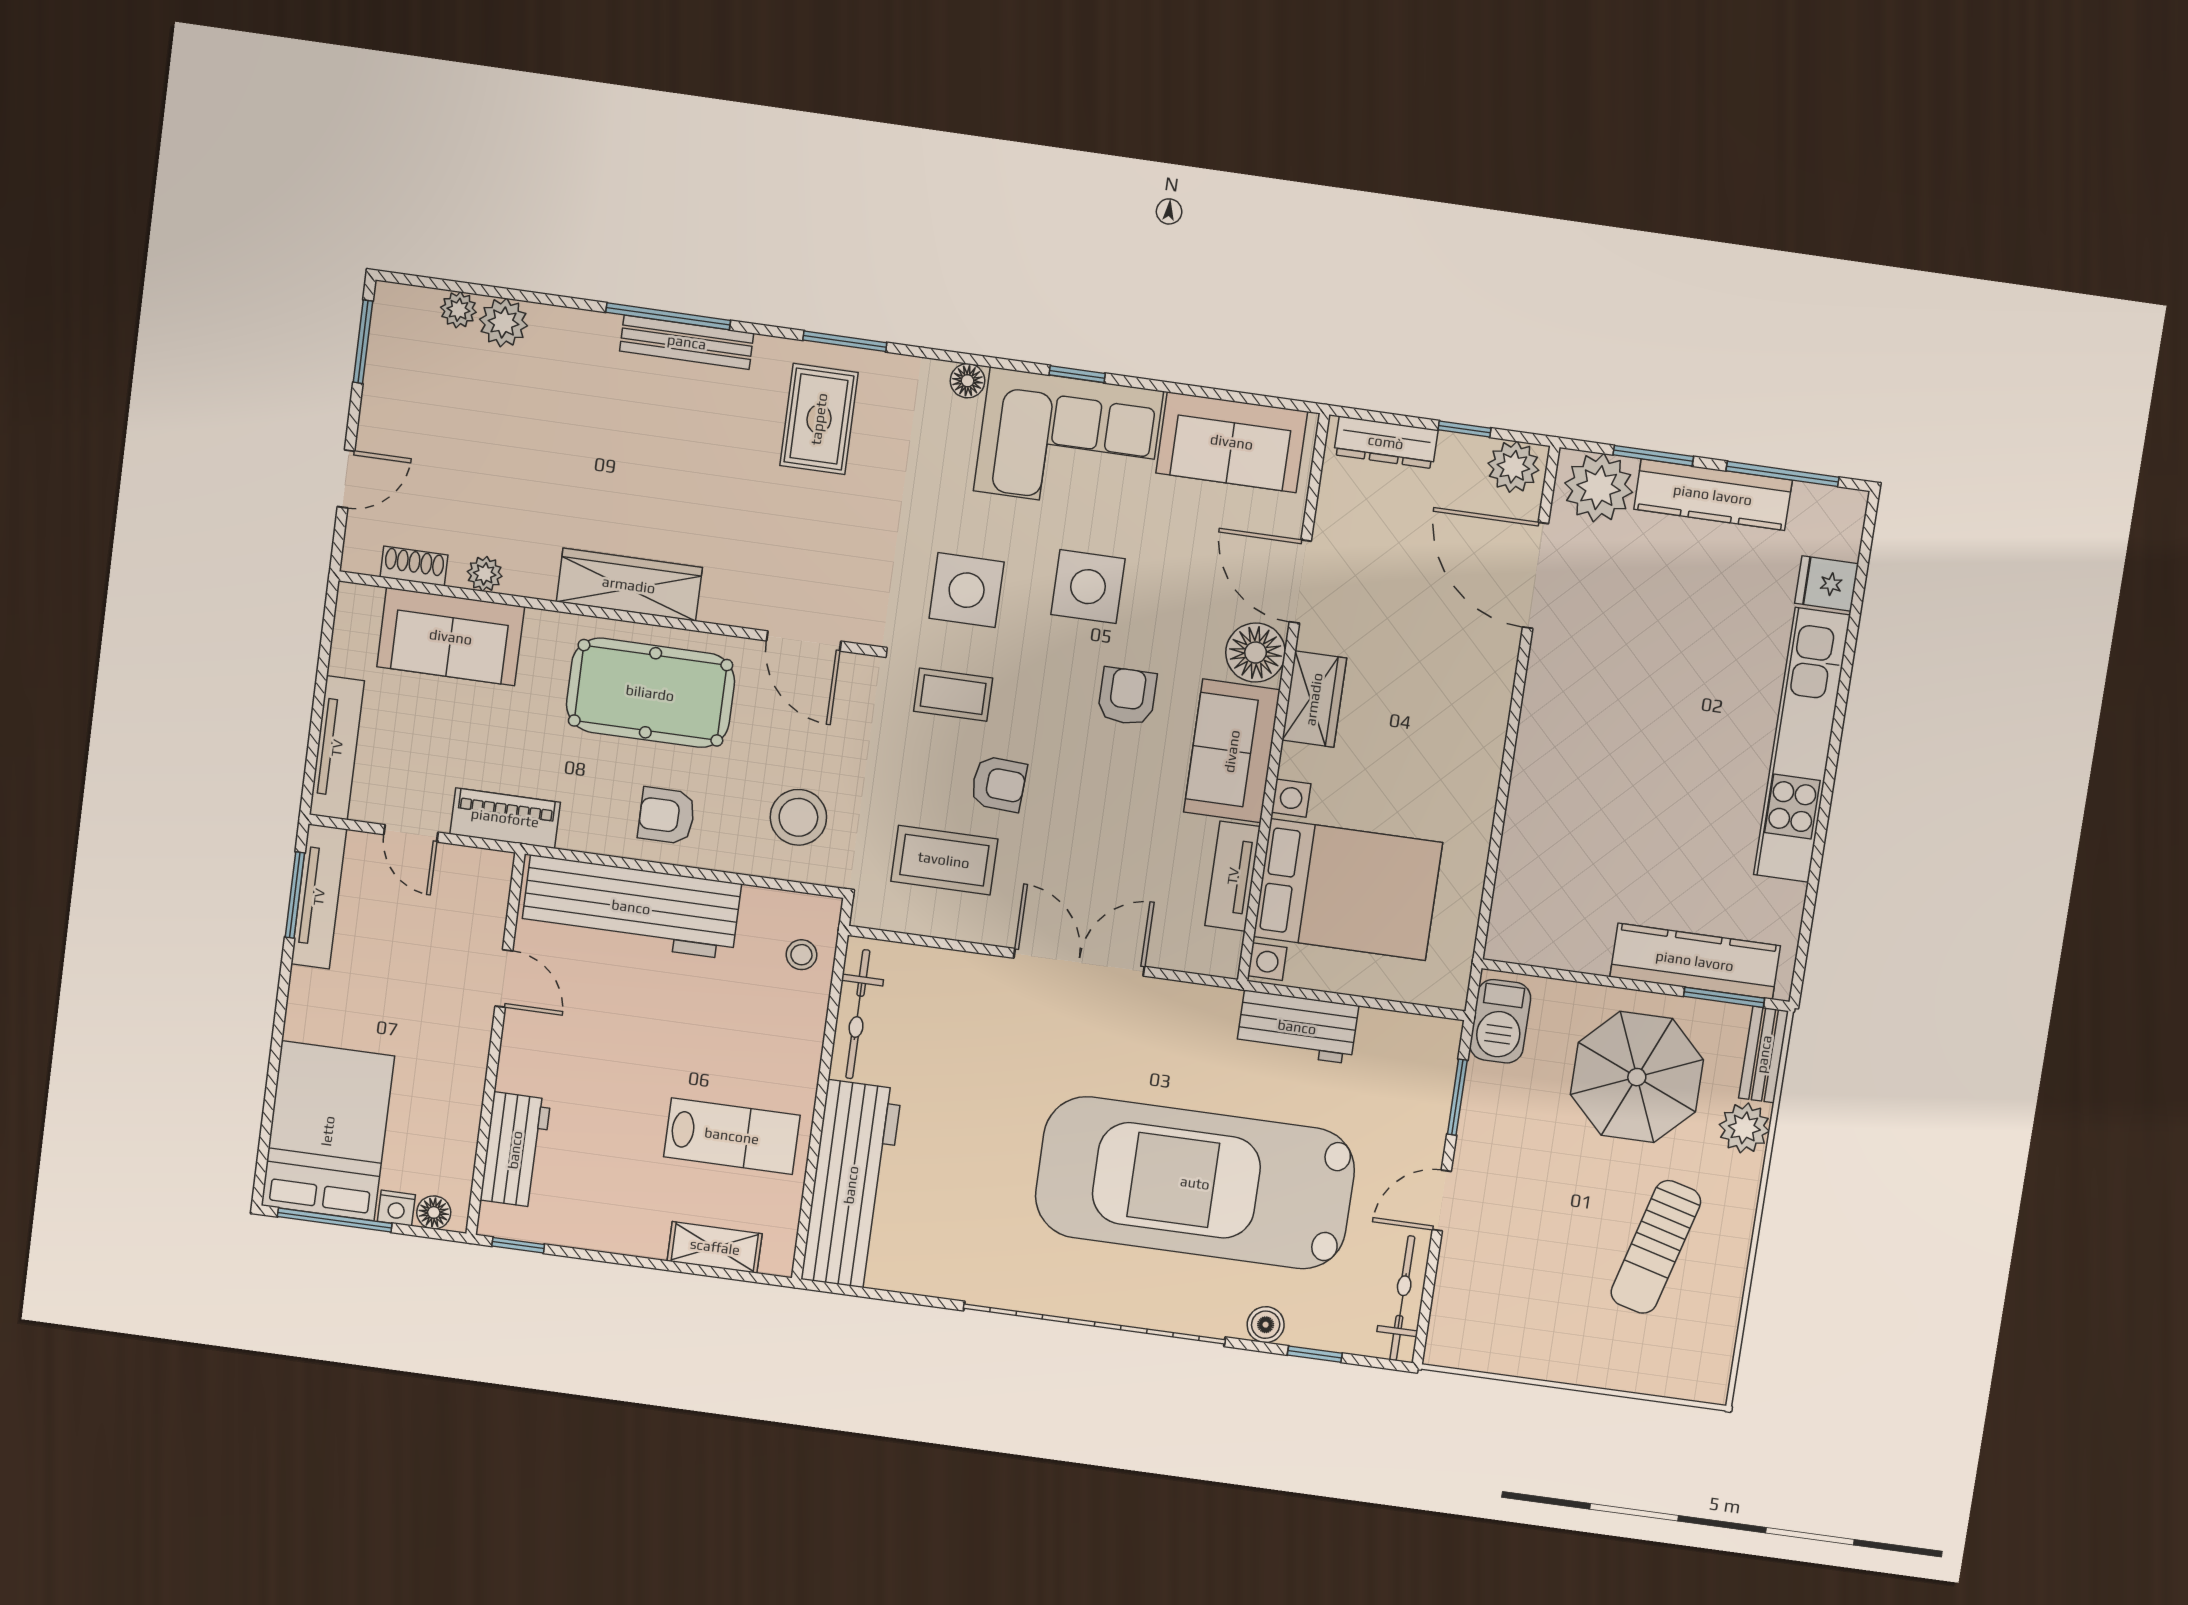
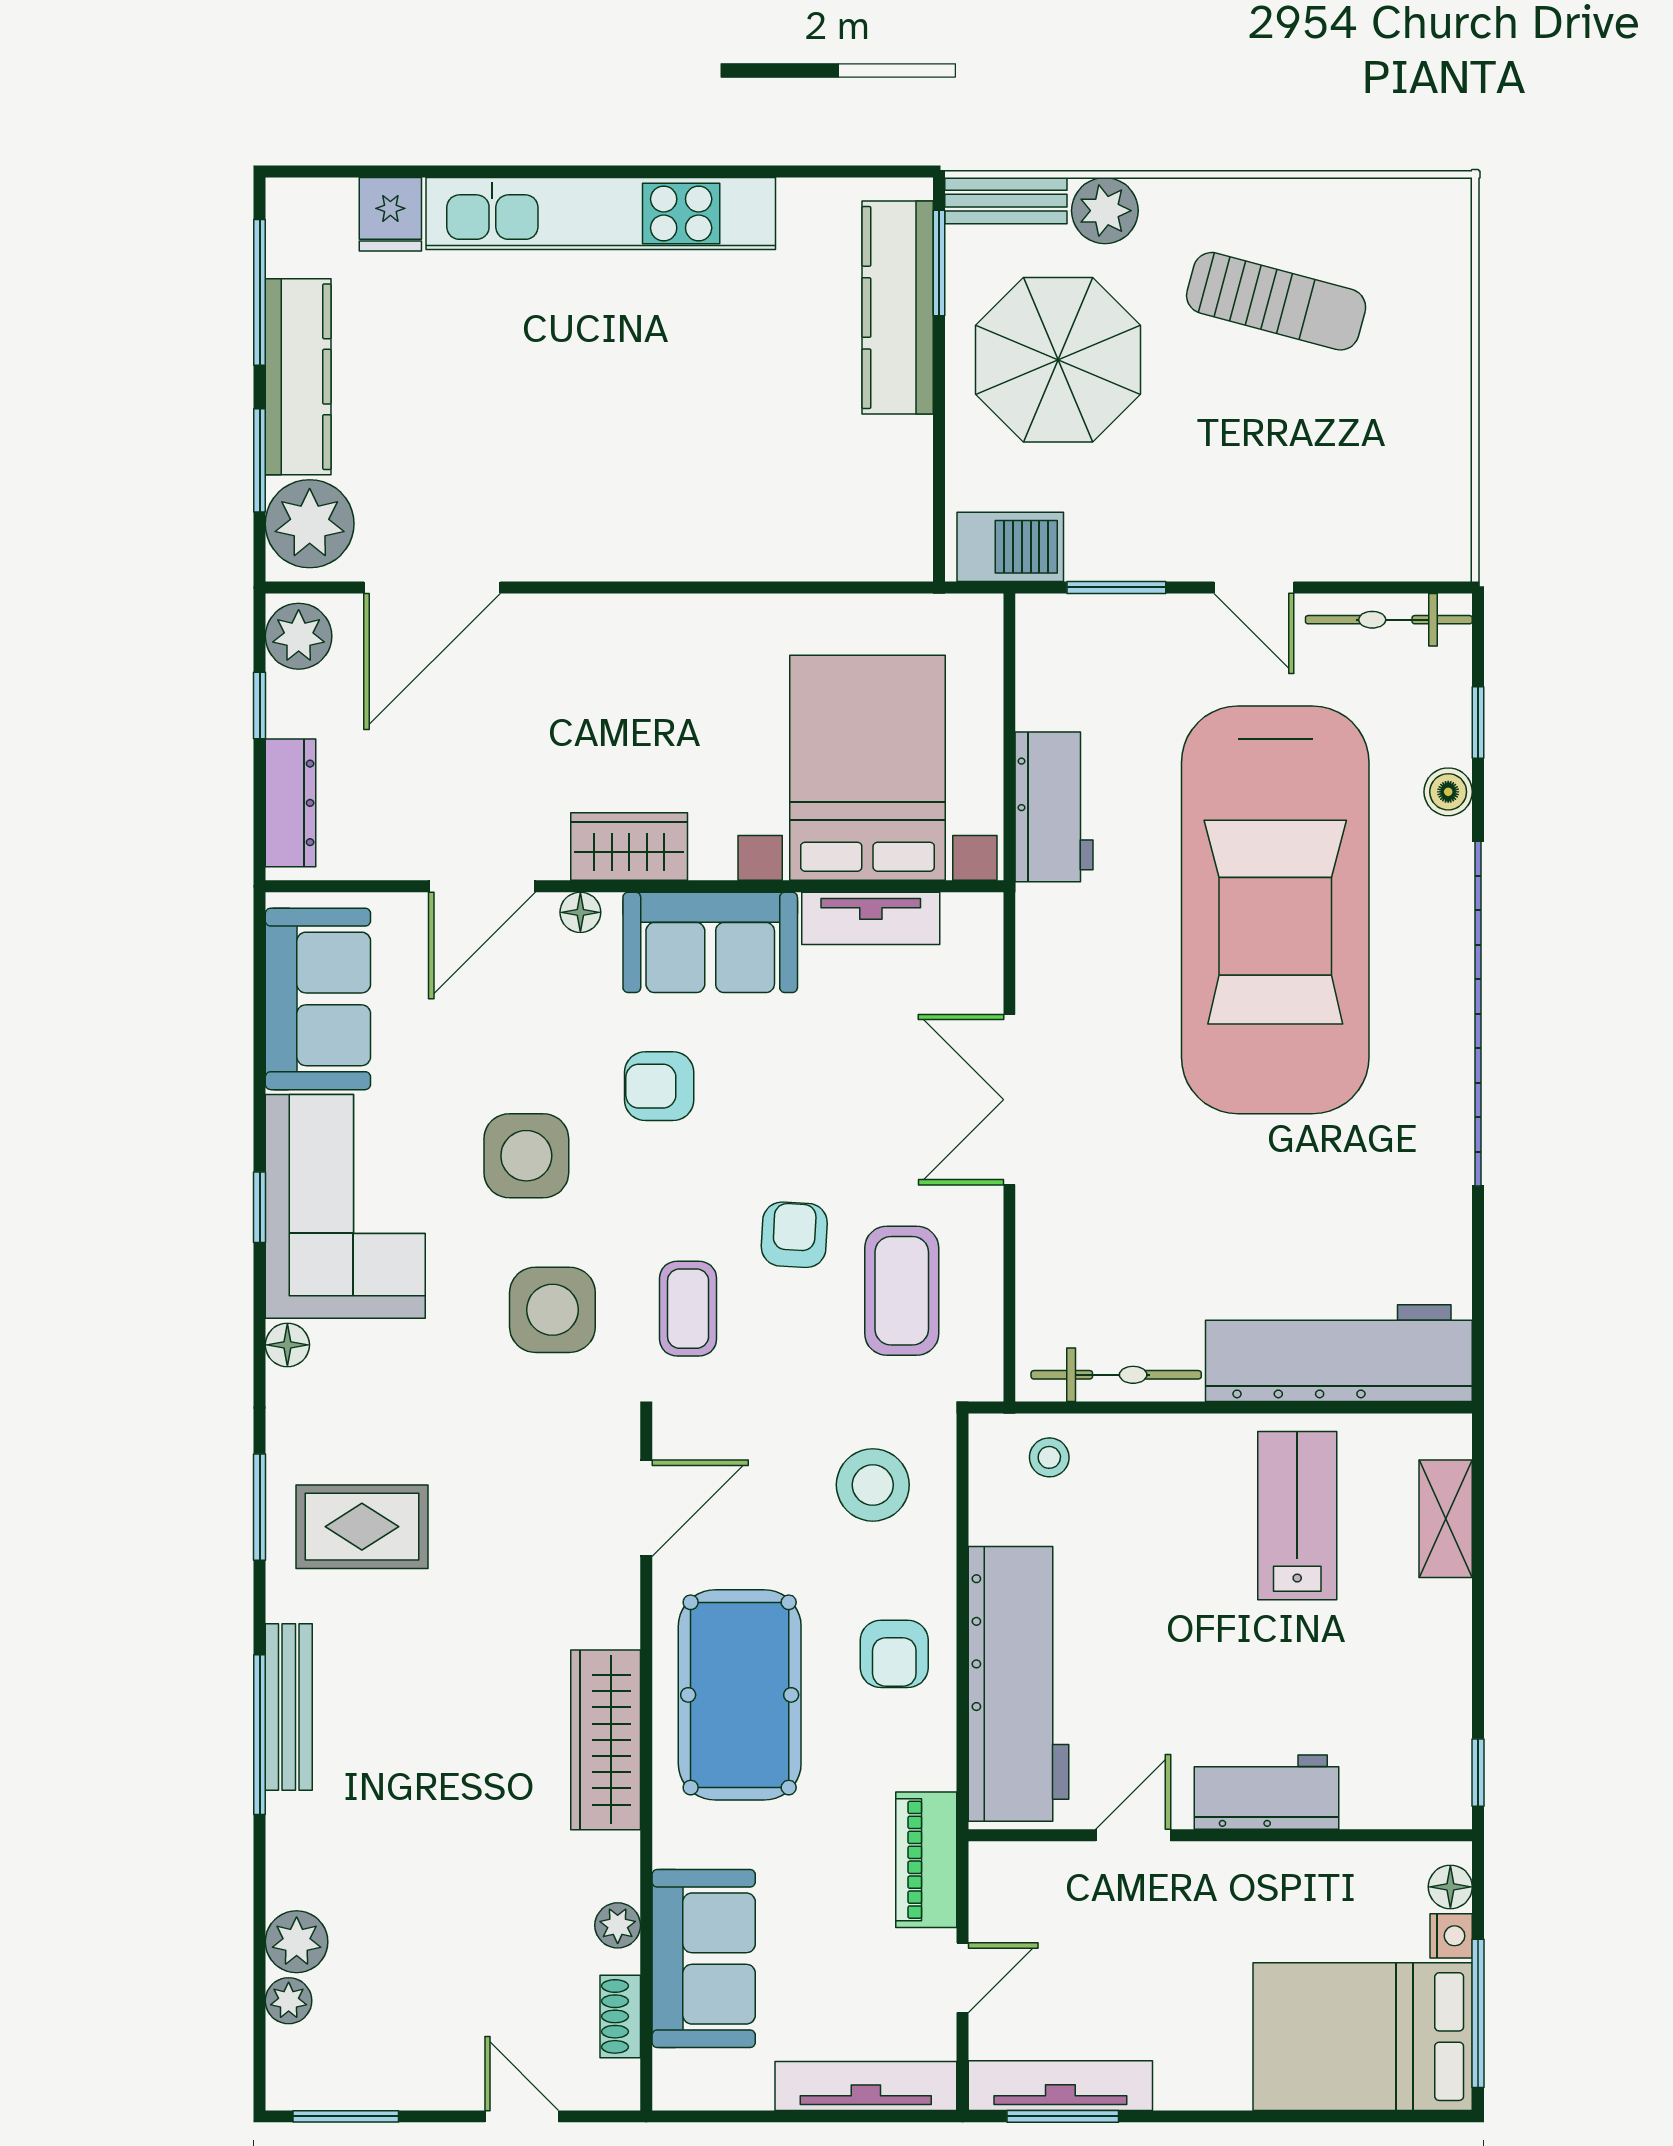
floor lamp: (1256, 653) -> (580, 912), width x0.53, depth x0.53
workbench: (515, 1150) -> (1266, 1792), moved

